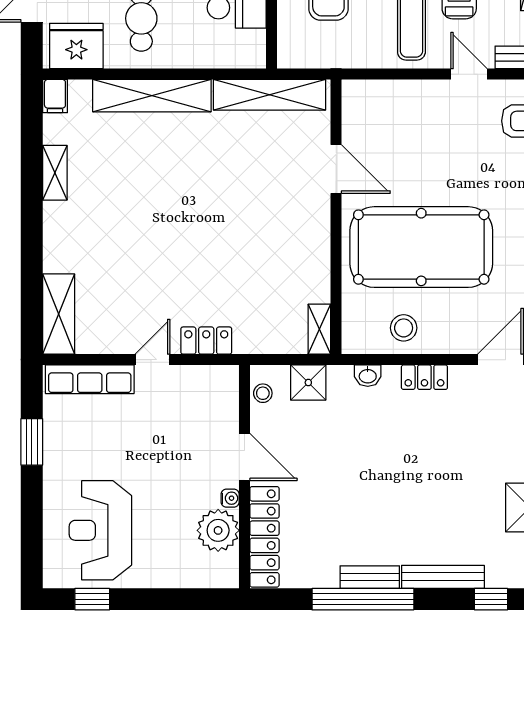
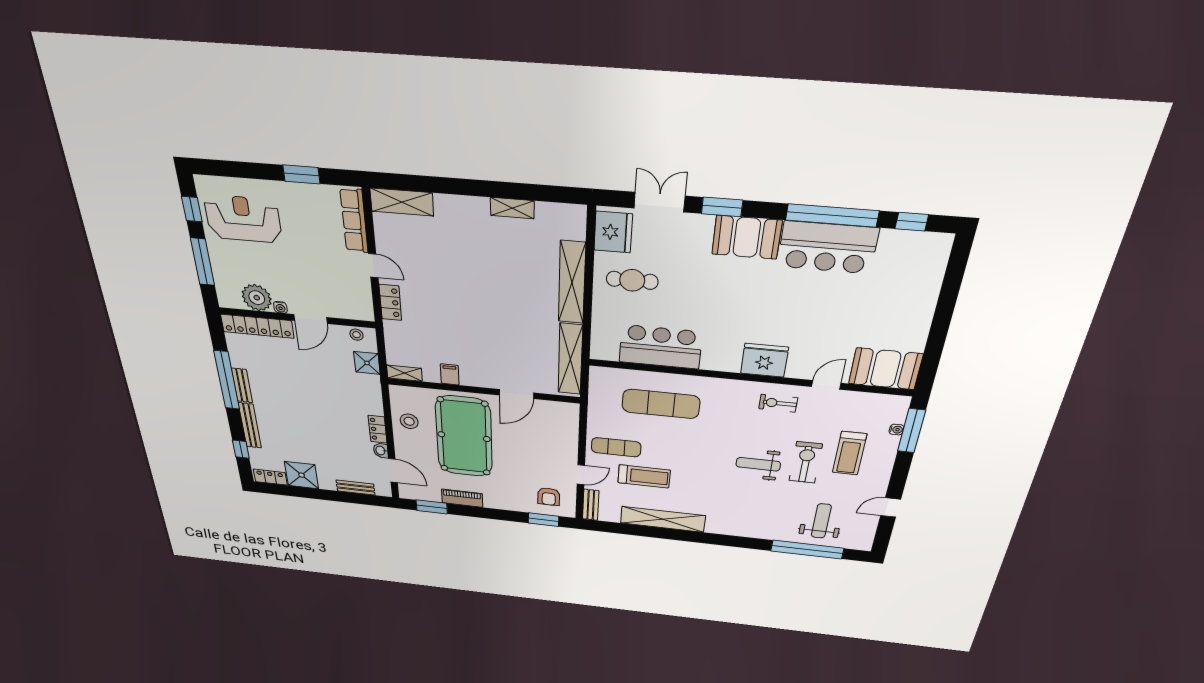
filing cabinet: (55, 96) -> (450, 374), moved, turned 90
washbasin: (368, 376) -> (381, 451), moved
window: (169, 599) -> (203, 262), added

